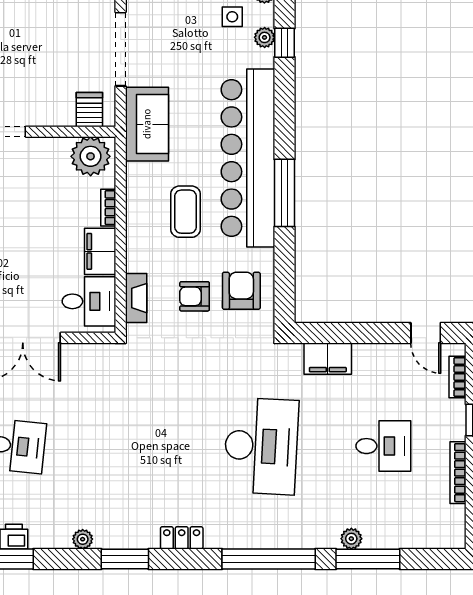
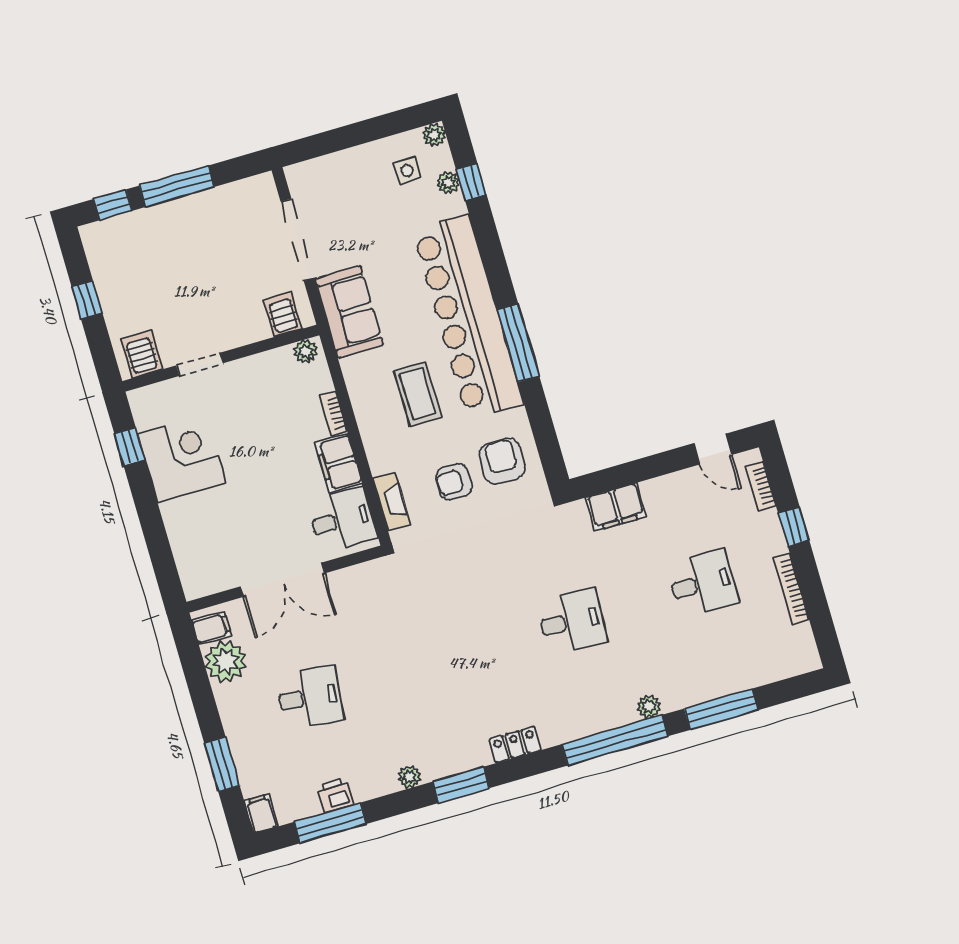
plant: (91, 156) -> (306, 351), width x0.53, depth x0.53
desk: (261, 446) -> (572, 621), width x0.53, depth x0.77
plant: (351, 539) -> (649, 707), moved

